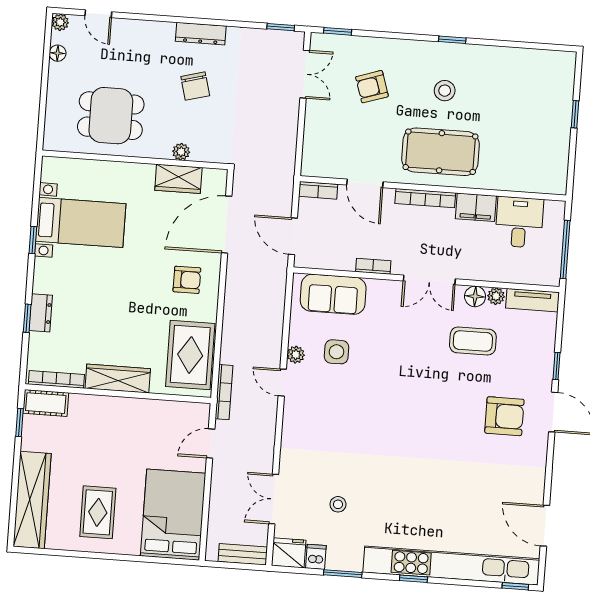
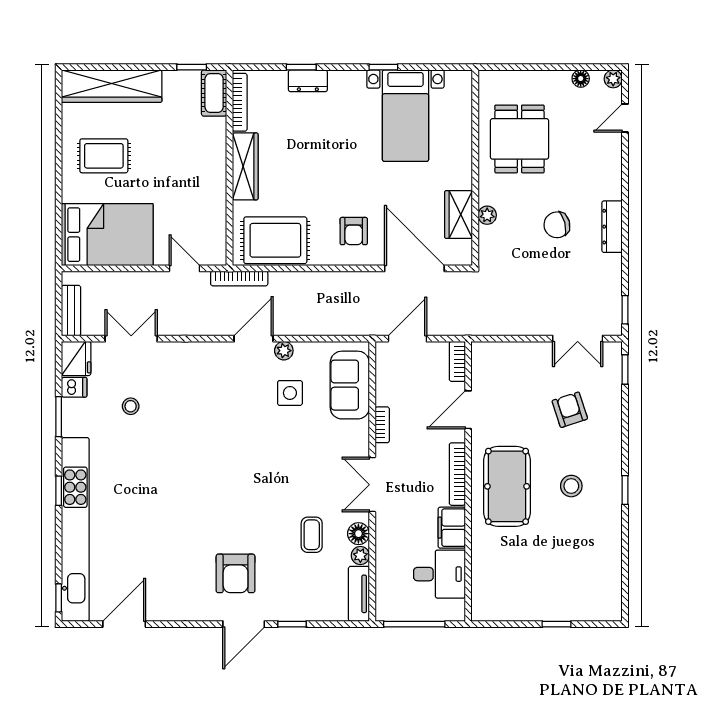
coffee table: (473, 341) -> (312, 535), width x0.73, depth x0.77
door: (282, 383) -> (254, 339), width x1.38

